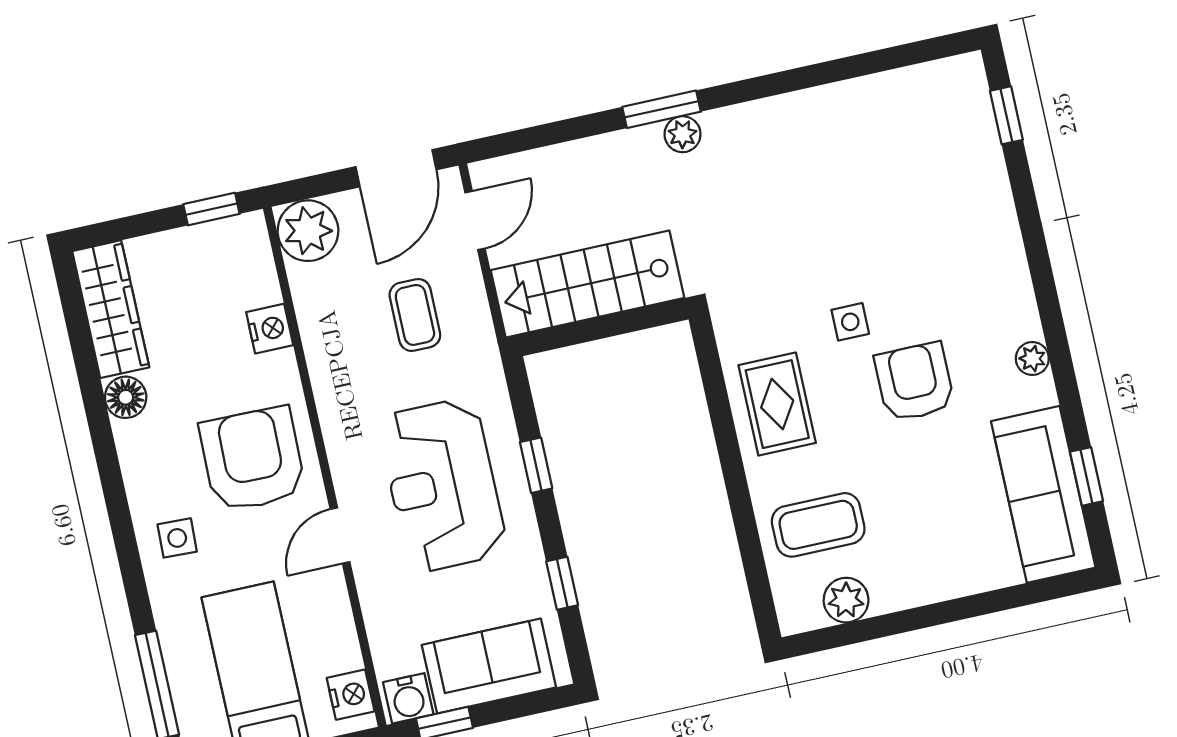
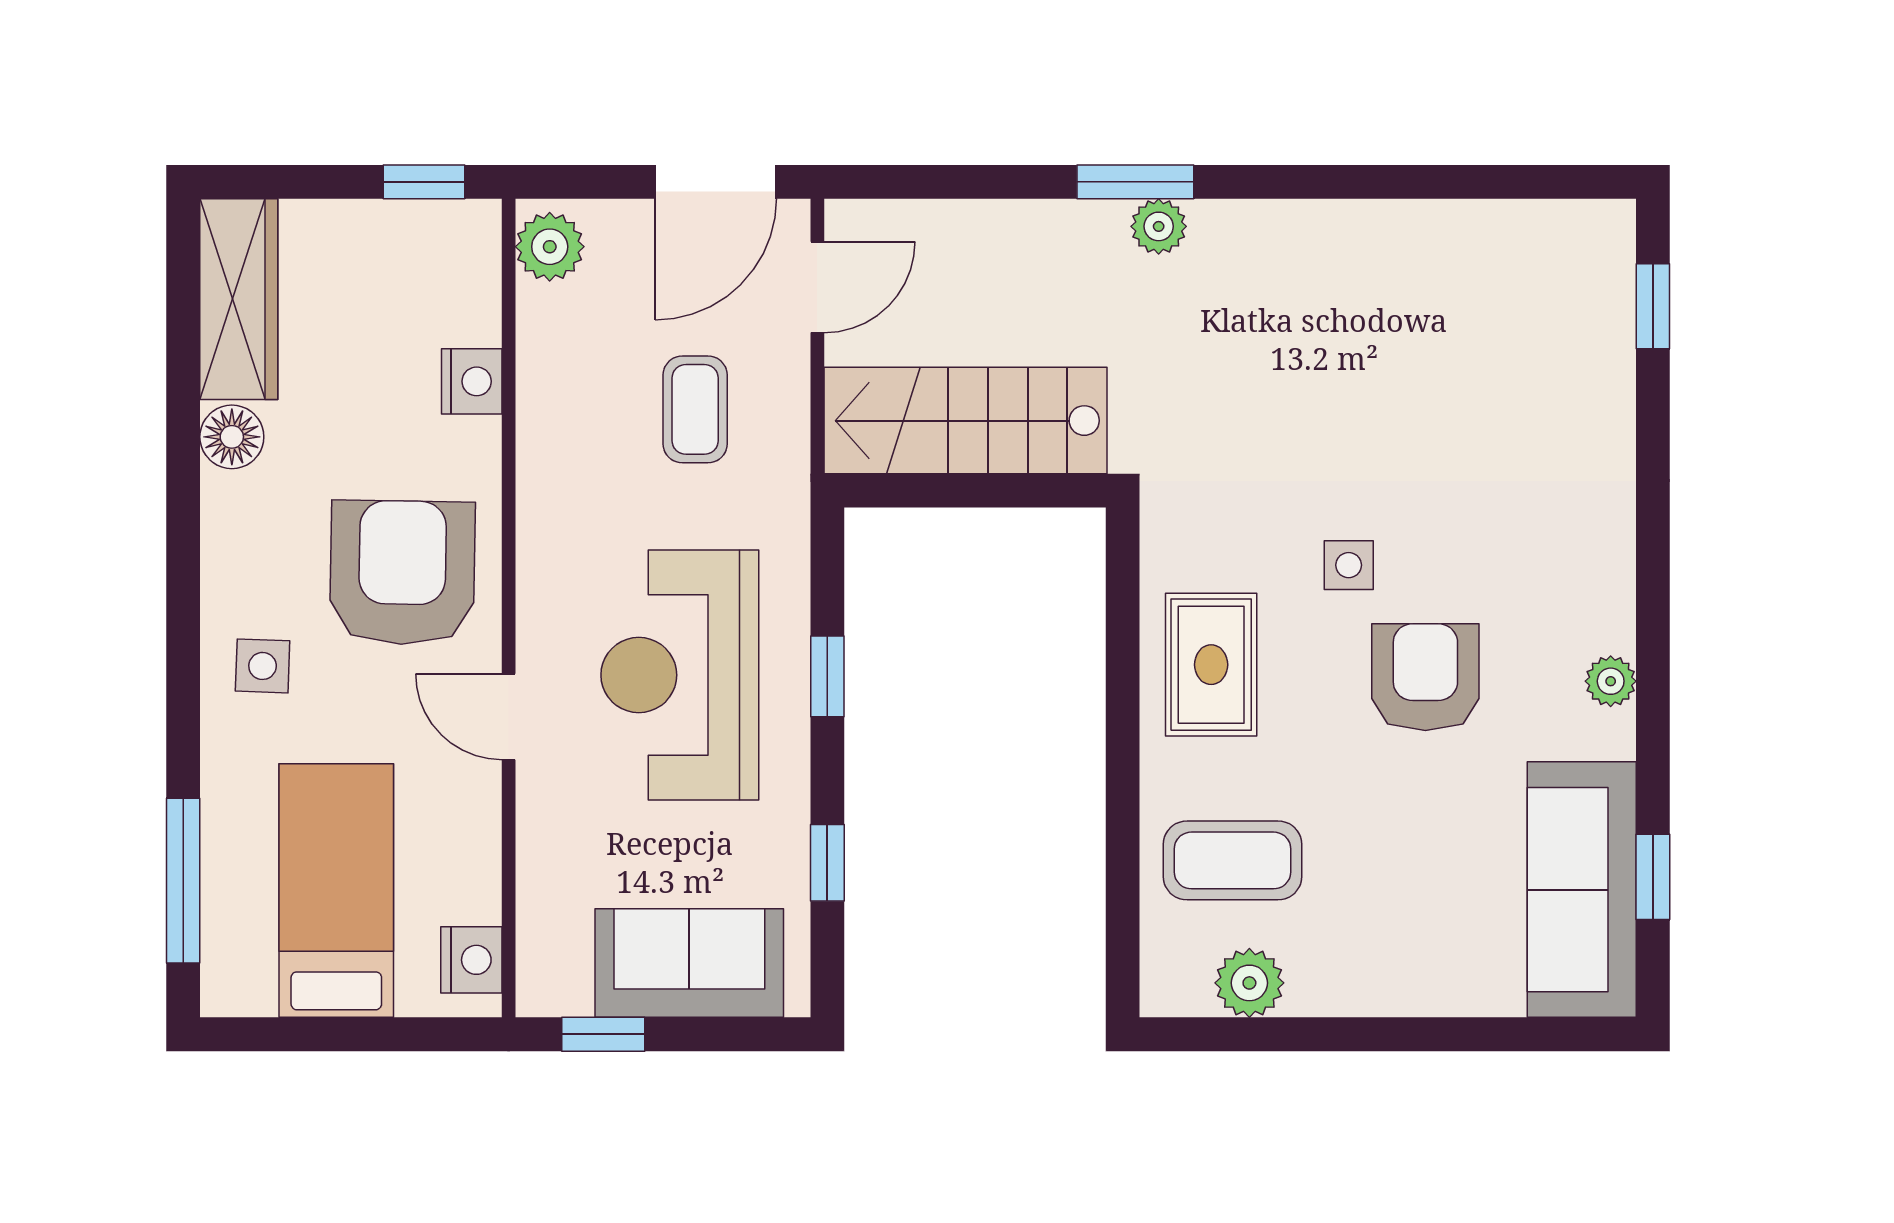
plant: (308, 231) -> (550, 247), width x0.73, depth x0.73
door: (340, 536) -> (509, 717), hinge flipped
water cooler: (408, 698) -> (557, 985), removed

